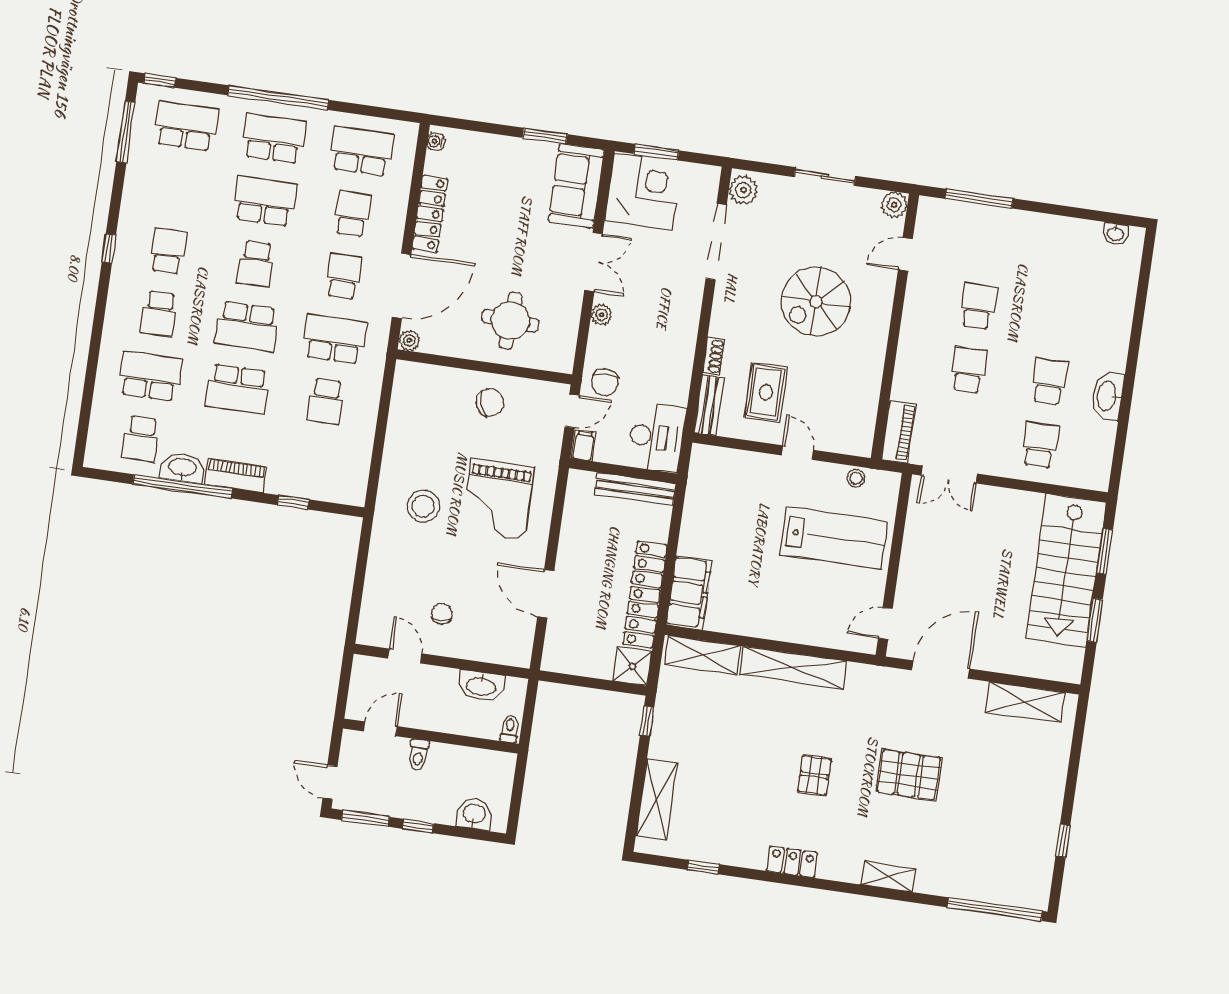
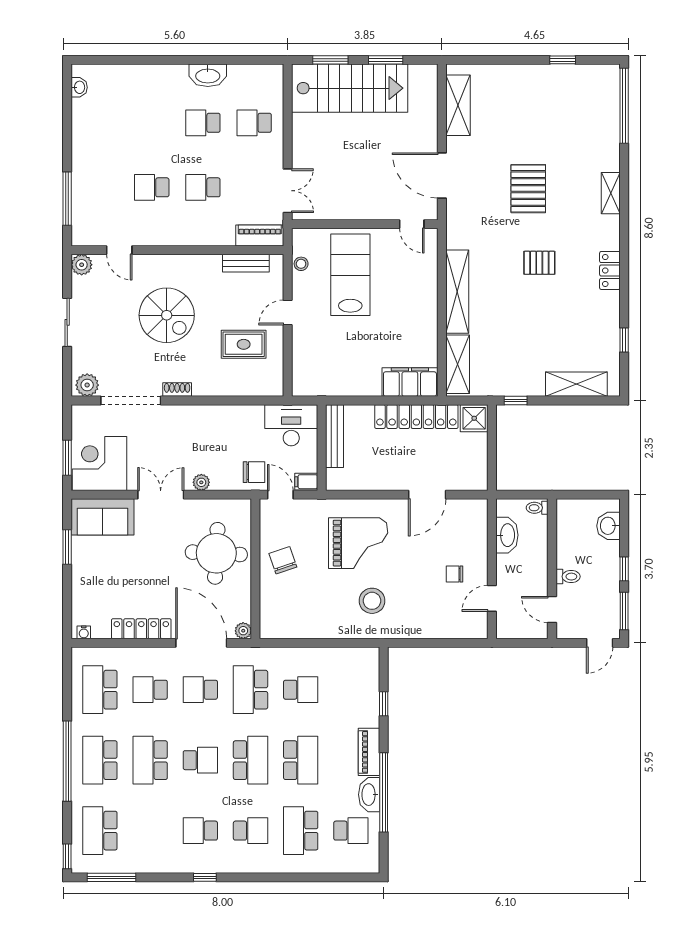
round table: (510, 321) -> (216, 553), width x1.36, depth x1.36
shoe rack: (714, 356) -> (177, 390), moved
bench: (709, 405) -> (246, 263), moved

